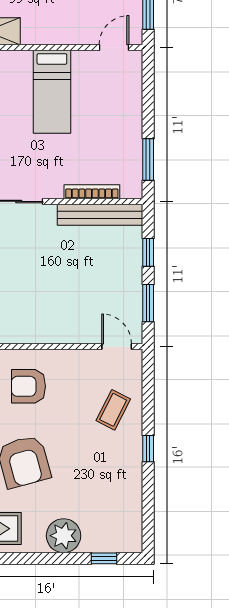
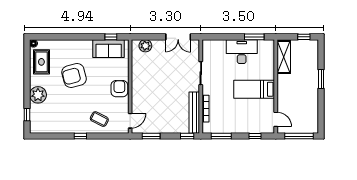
window: (148, 90) -> (255, 136), added
window: (148, 252) -> (187, 136), moved
armchair: (28, 386) -> (119, 89), moved

